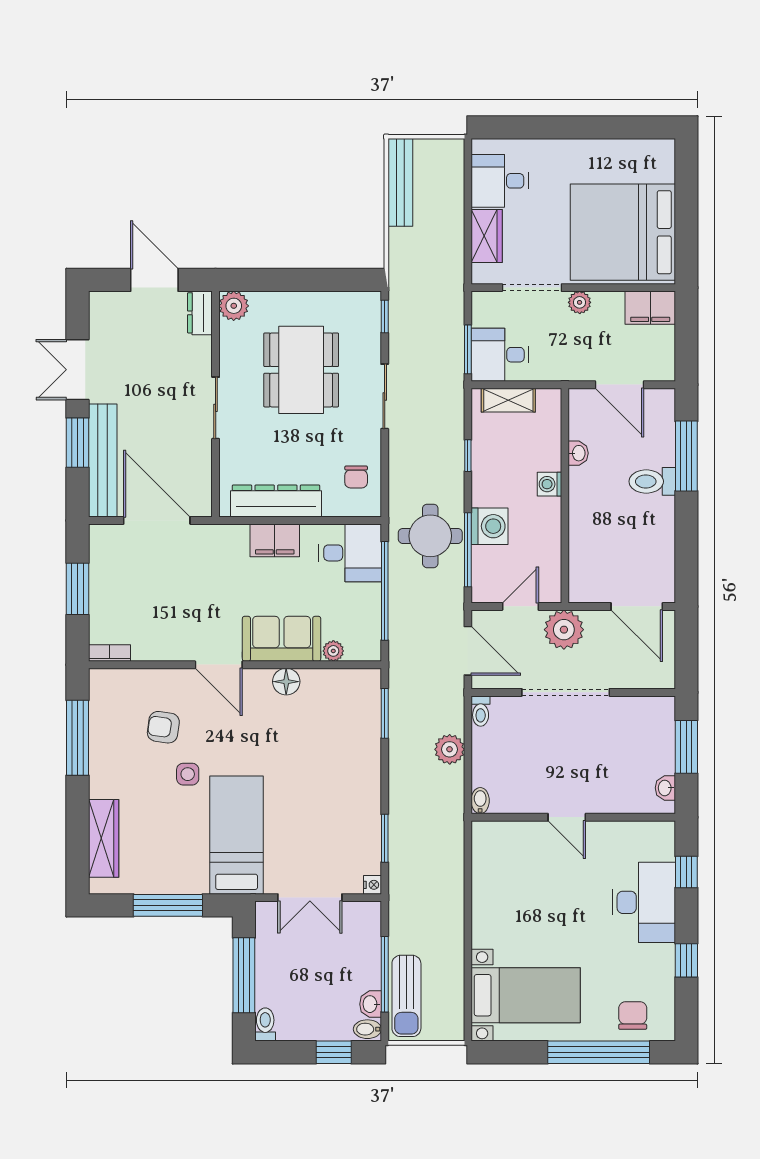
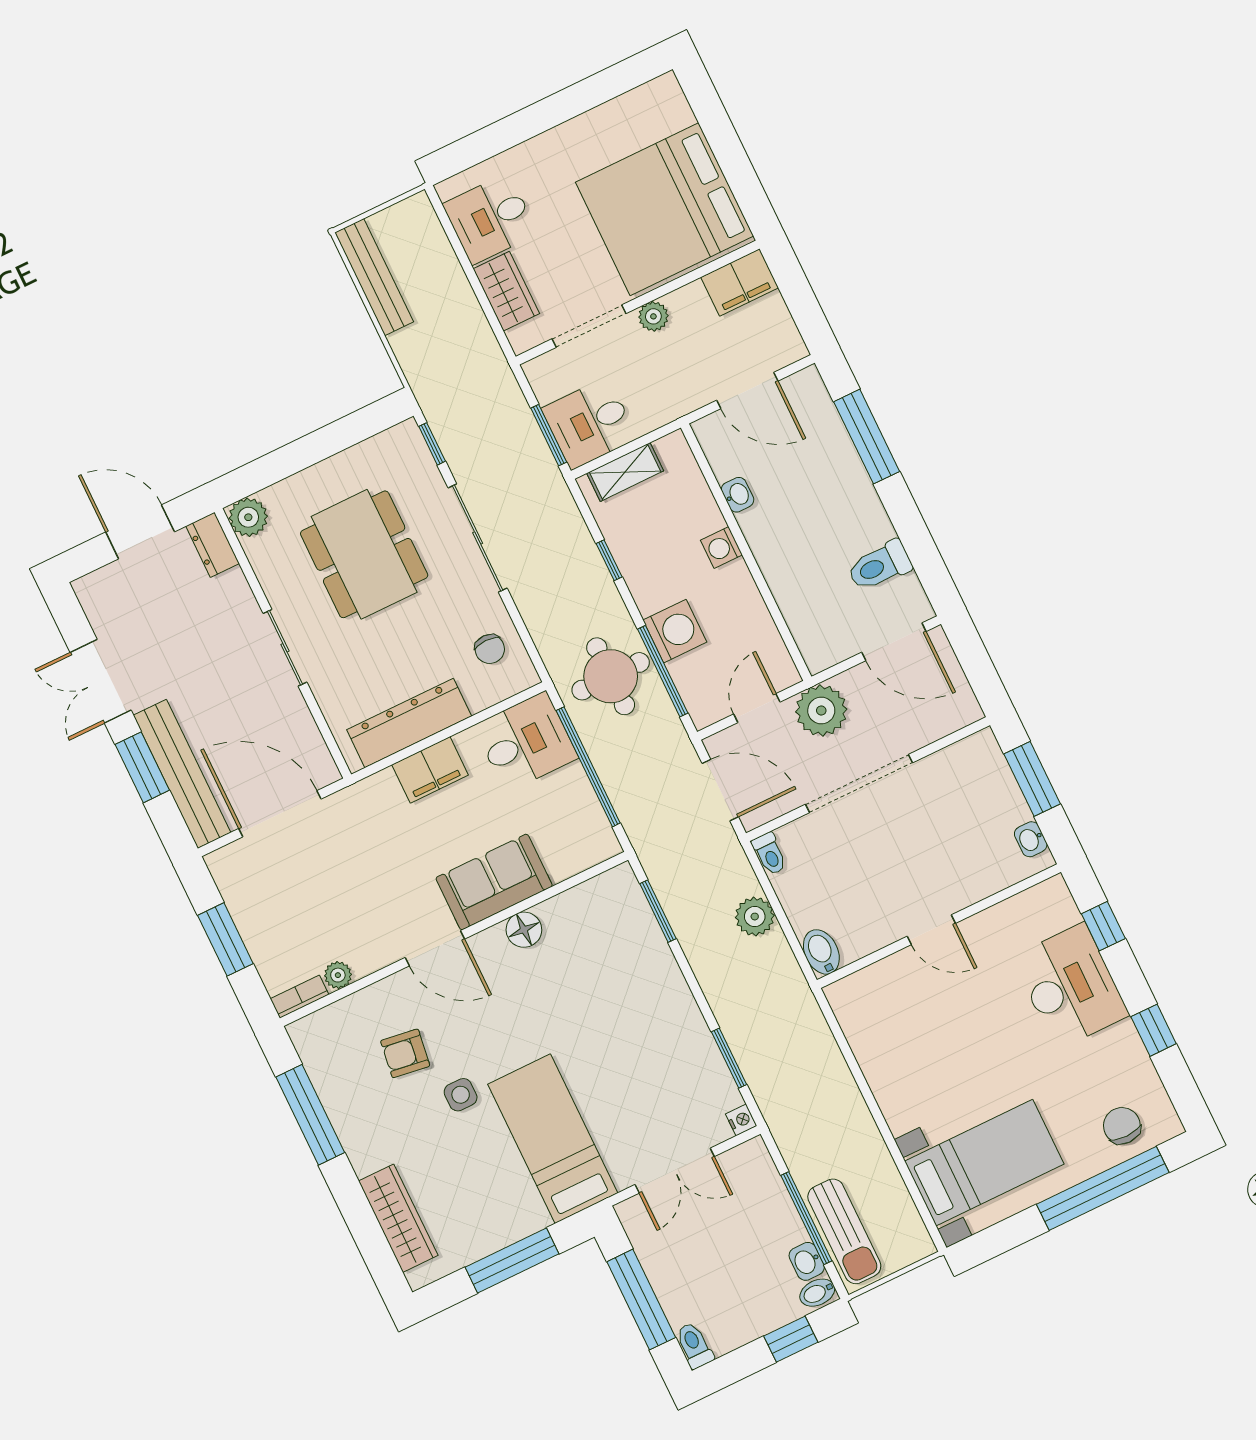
sliding door: (385, 396) -> (478, 538), width x1.37
toilet: (652, 481) -> (880, 566), moved
plant: (333, 651) -> (338, 975), moved
bidet: (480, 801) -> (821, 952), width x1.38, depth x1.36

